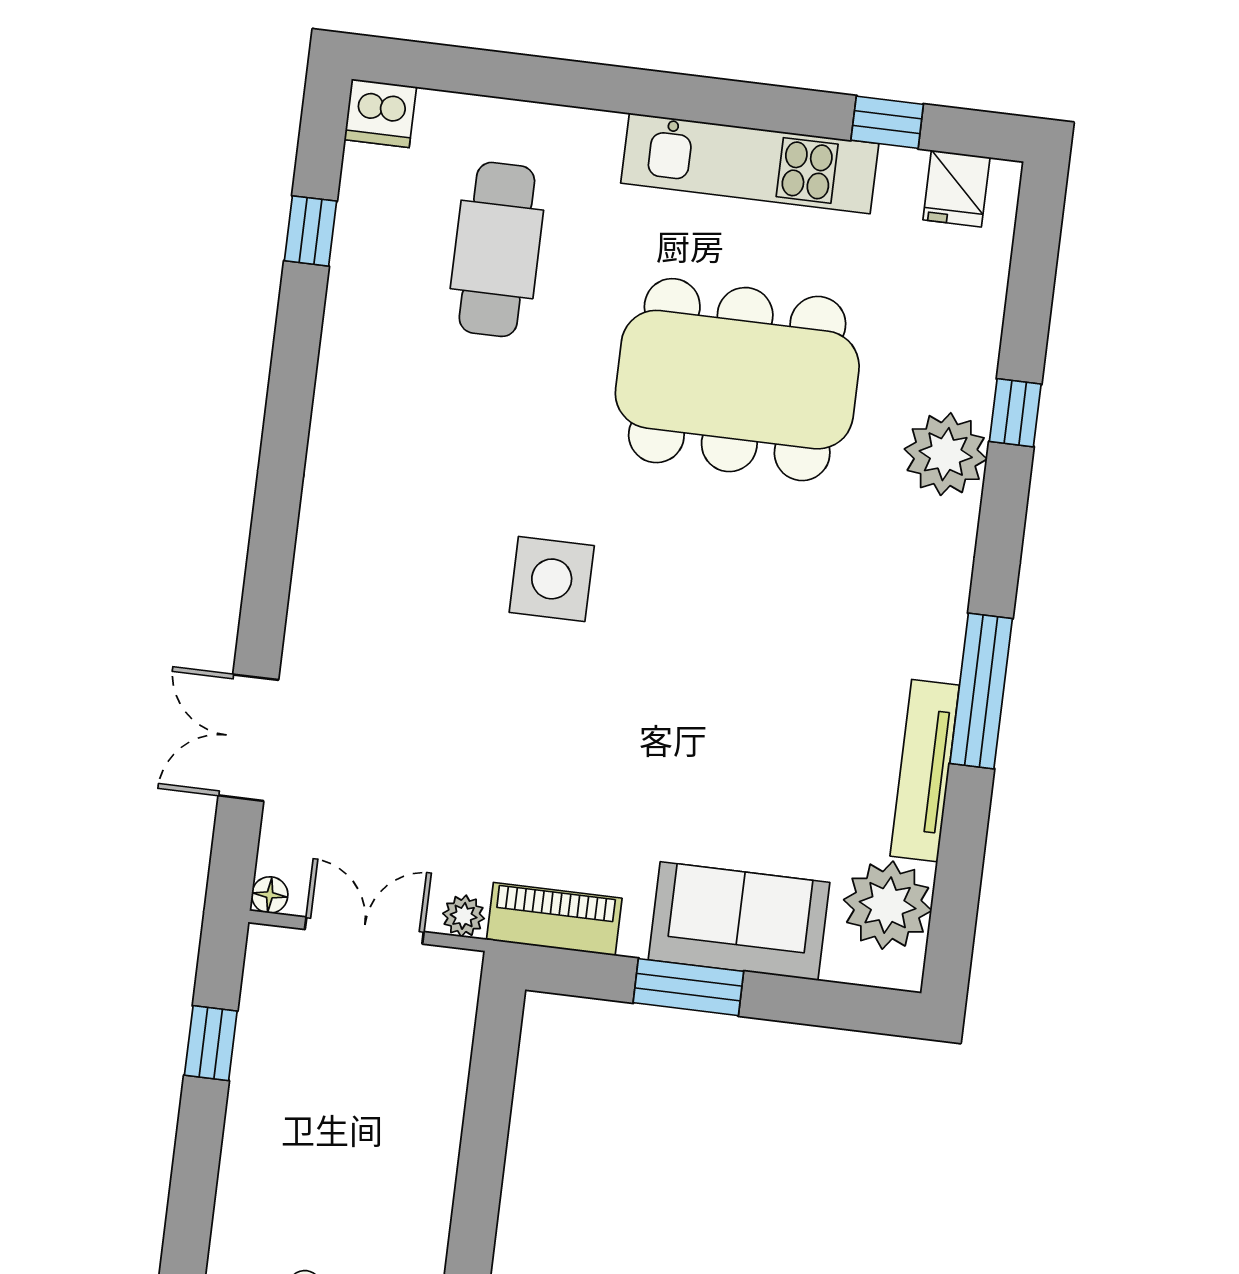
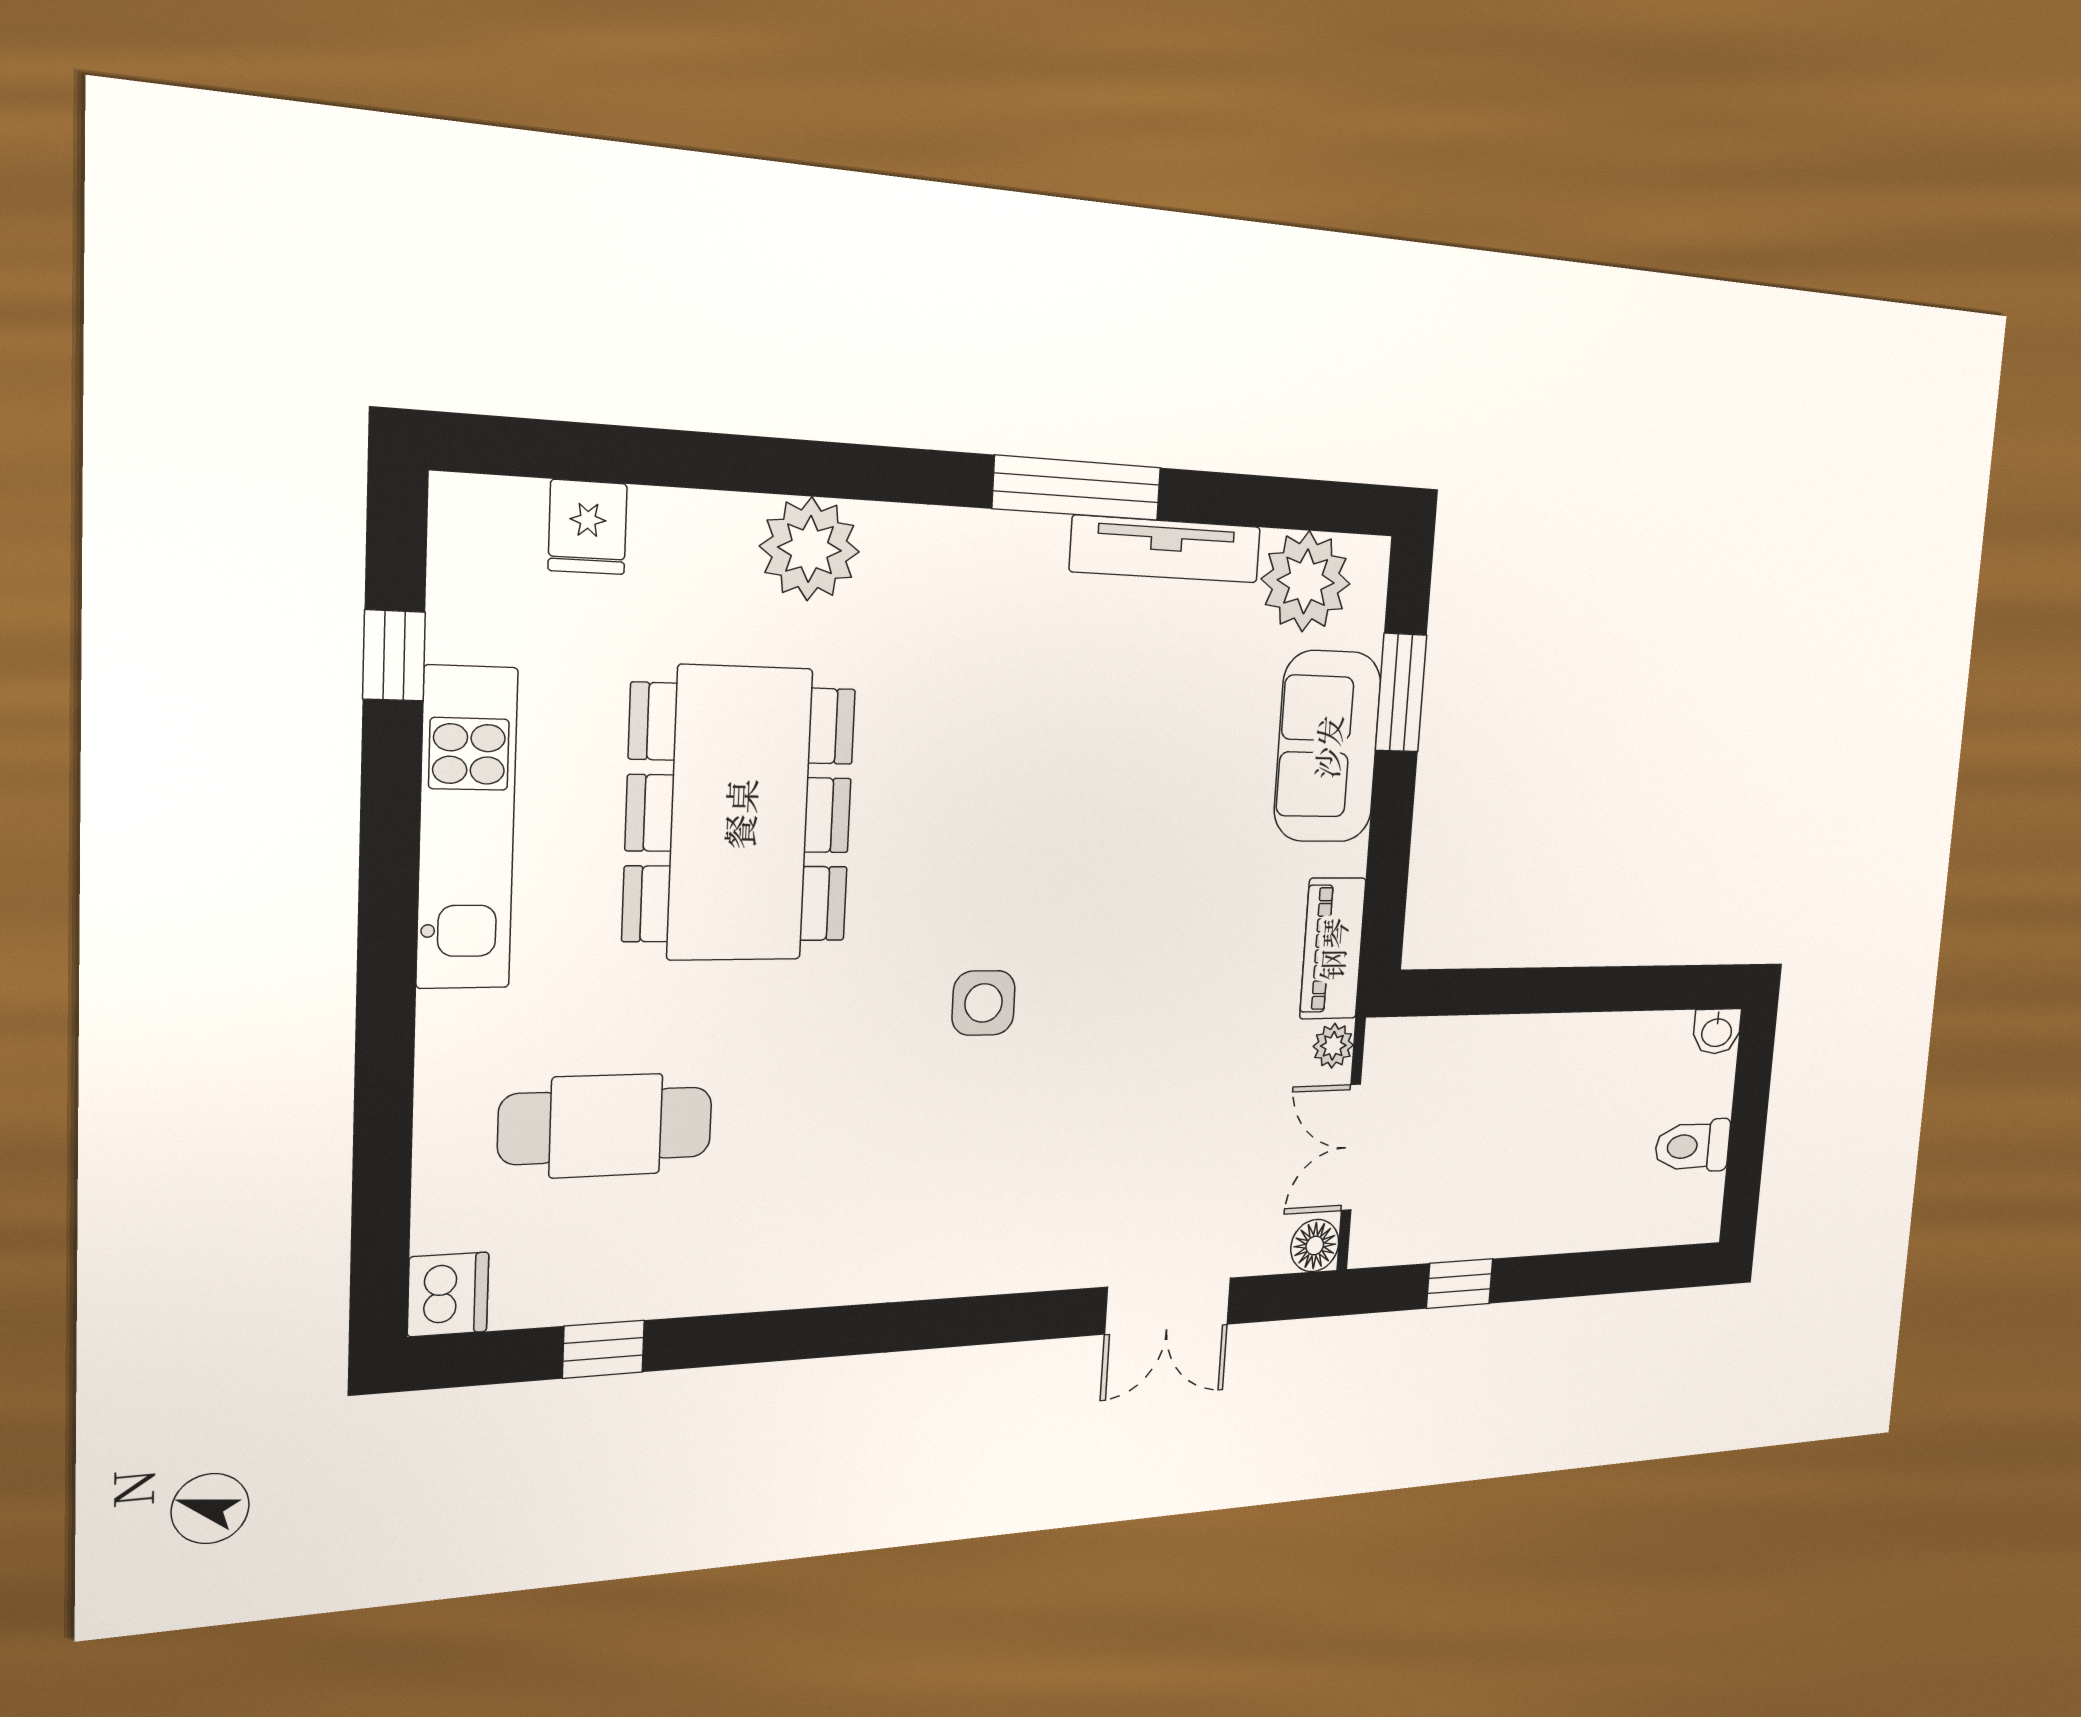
fridge: (956, 189) -> (588, 527), moved, turned 90
window: (1015, 413) -> (753, 464), removed
side table: (552, 579) -> (984, 1003), width x0.73, depth x0.73
floor lamp: (270, 895) -> (1315, 1246), width x1.37, depth x1.37
window: (688, 987) -> (1401, 693), moved

